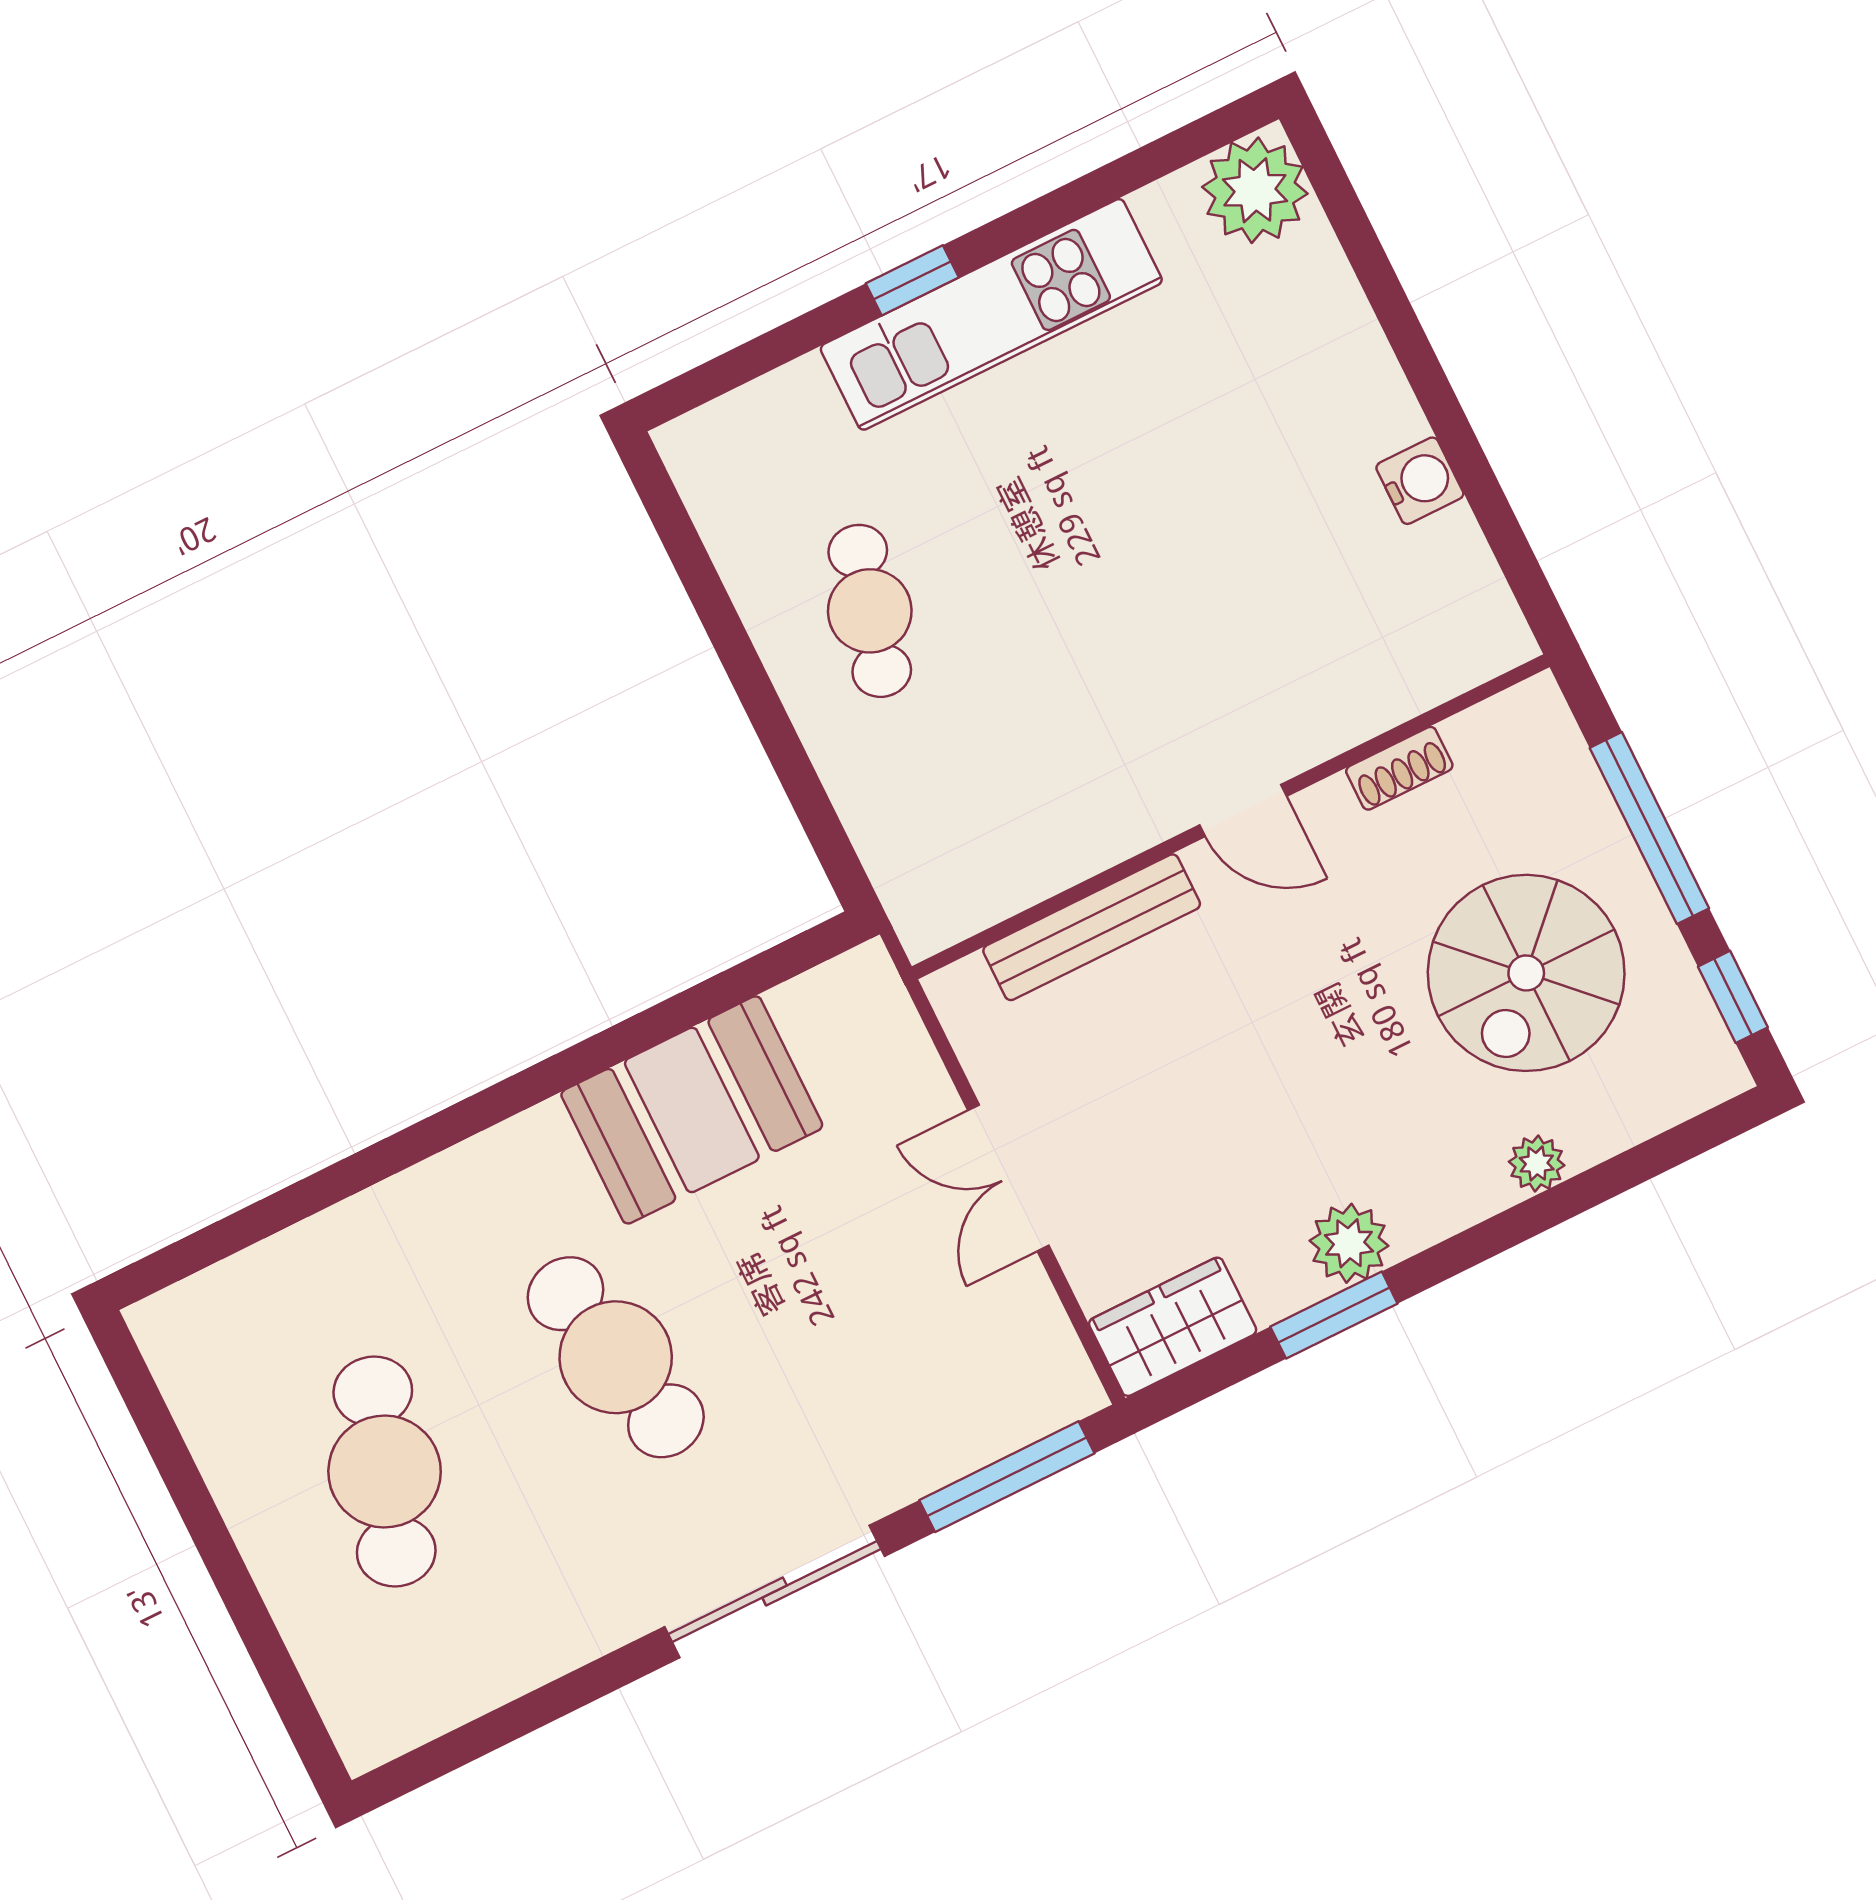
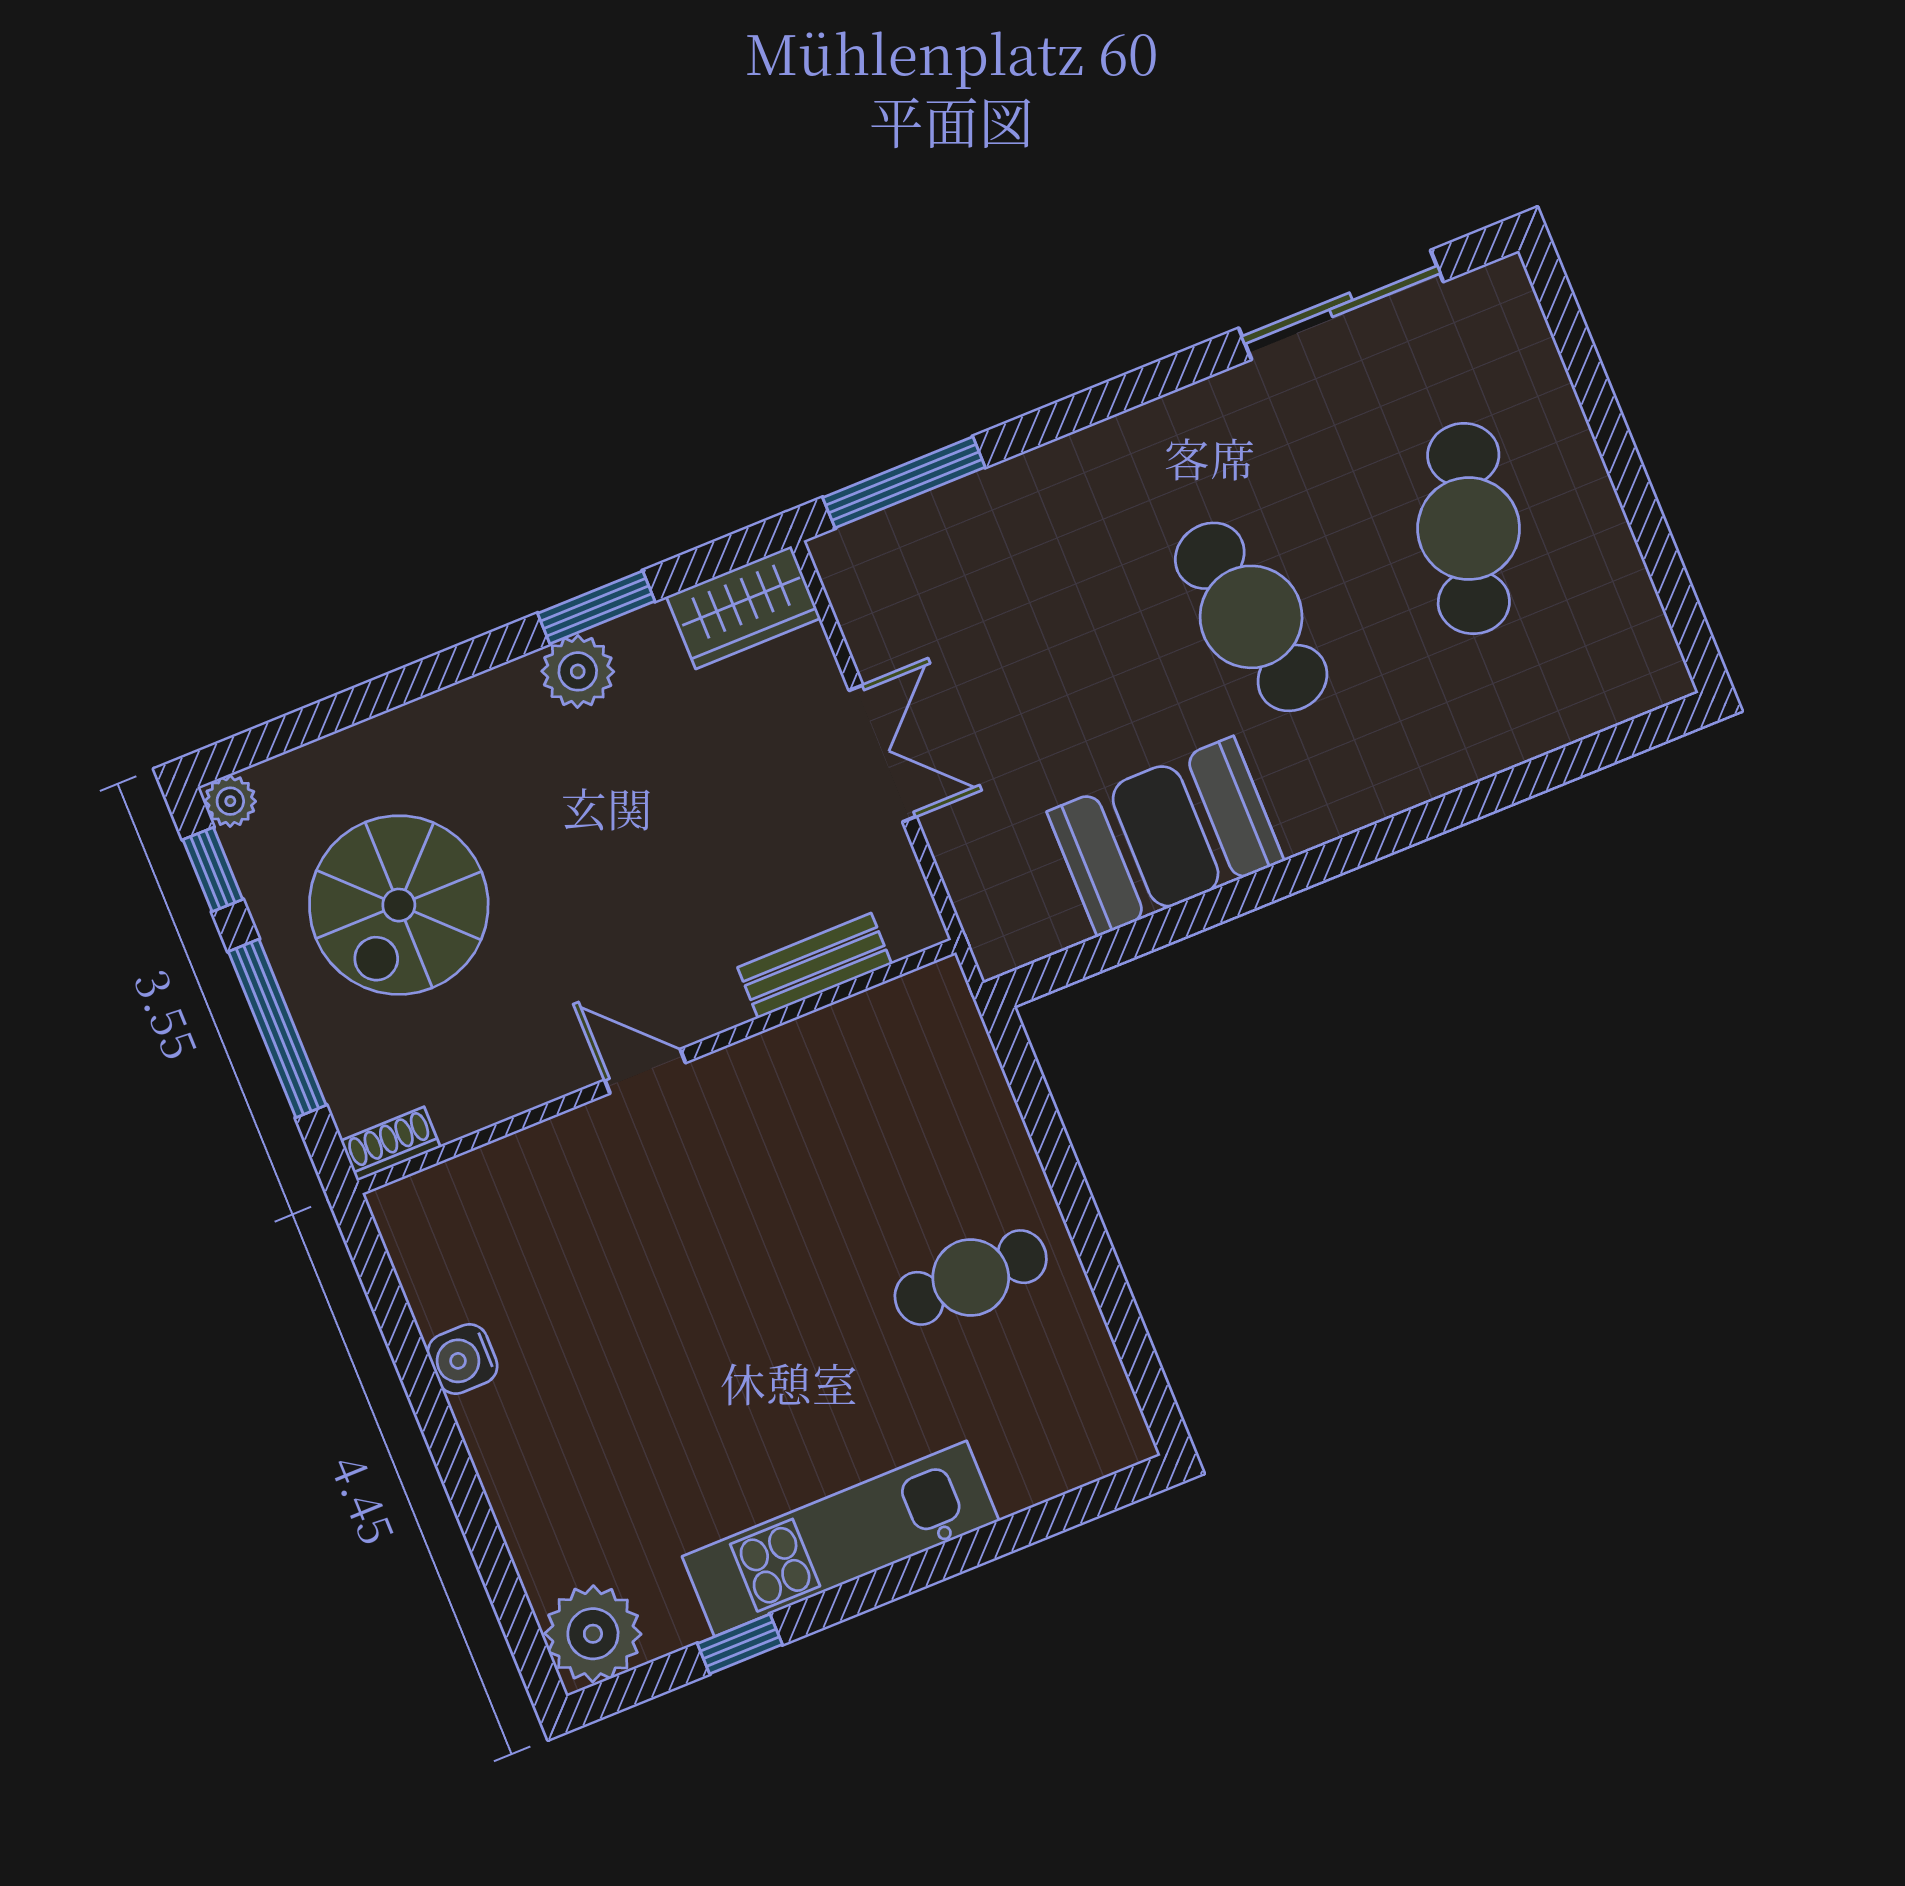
window: (912, 280) -> (740, 1644), moved
cafe table: (870, 611) -> (971, 1277), turned 75
shoe rack: (1399, 768) -> (391, 1144), moved
bench: (1092, 927) -> (815, 966), width x0.73
spiral stairs: (1526, 973) -> (399, 905), turned 180
plant: (1537, 1164) -> (230, 801), moved
sliding door: (775, 1592) -> (1341, 305), moved

